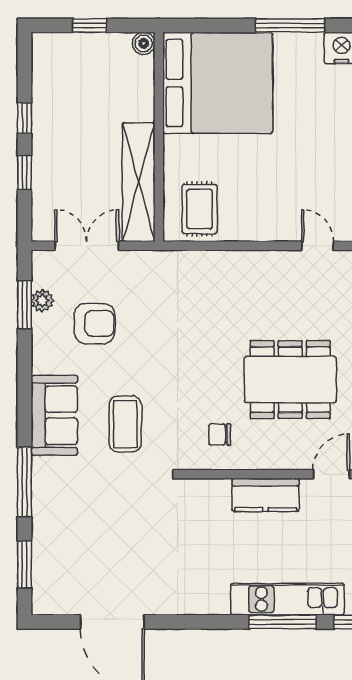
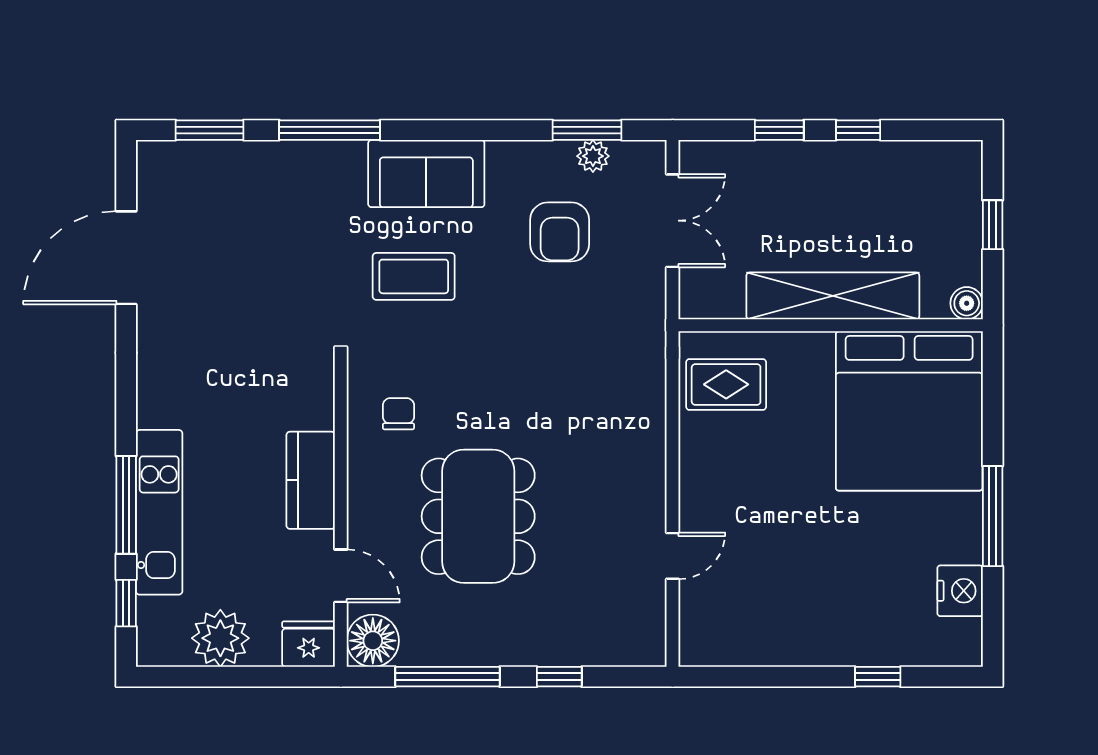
shelving: (139, 182) -> (833, 296), moved

